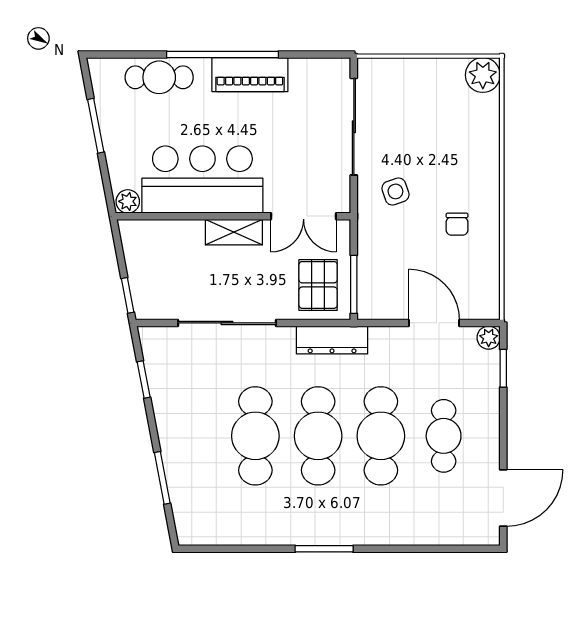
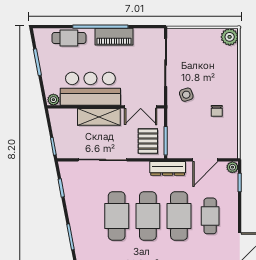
shelving: (234, 232) -> (99, 117), width x1.50, depth x1.33
door: (434, 323) -> (205, 160), swing flipped
dresser: (332, 340) -> (168, 168), moved

